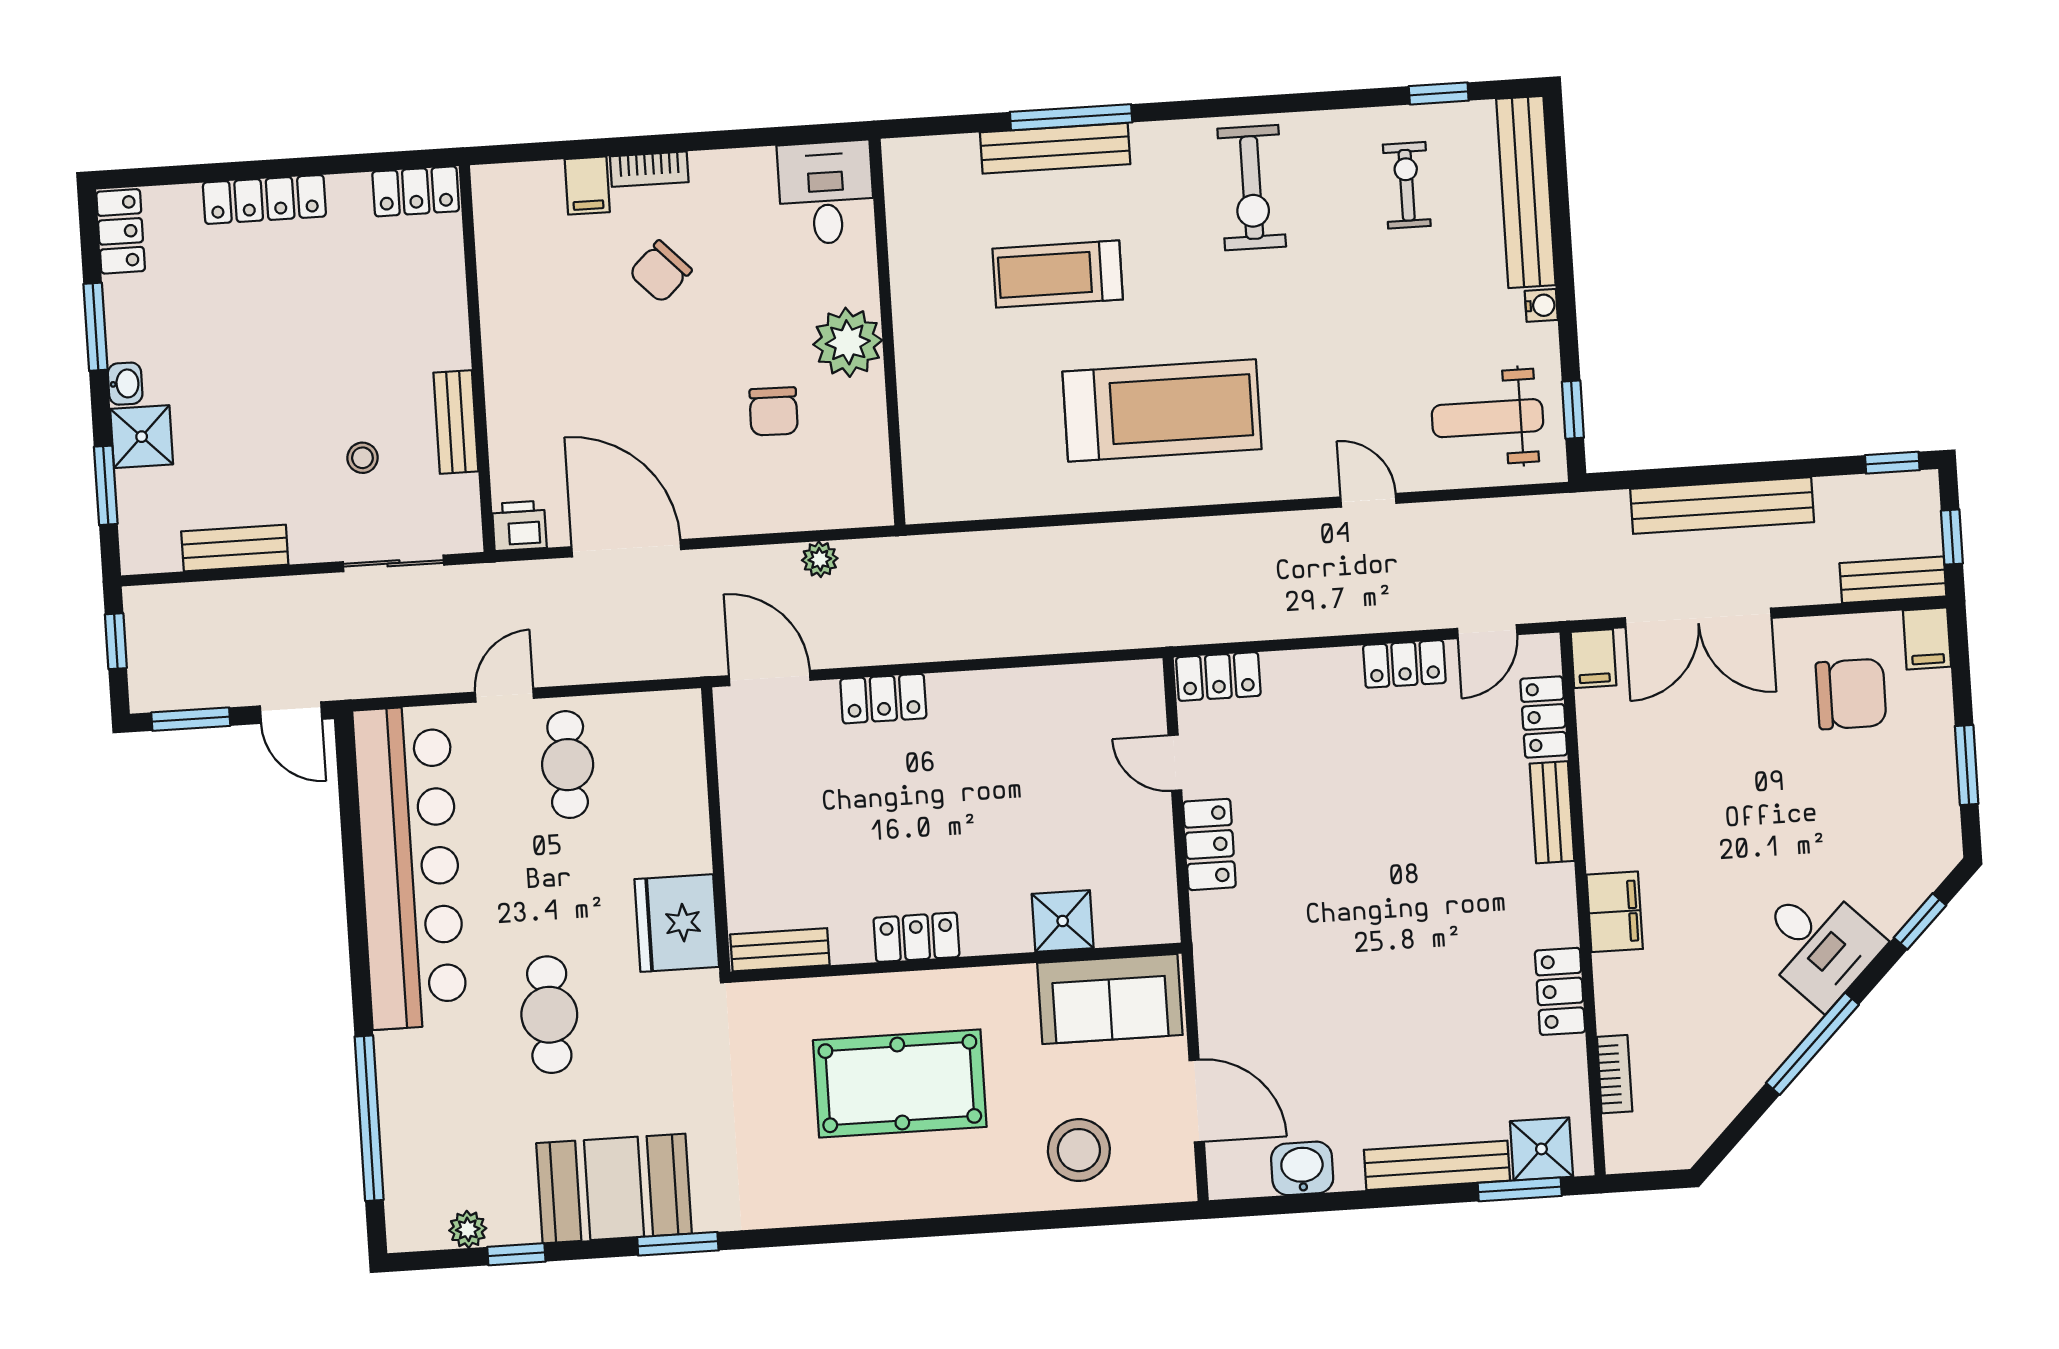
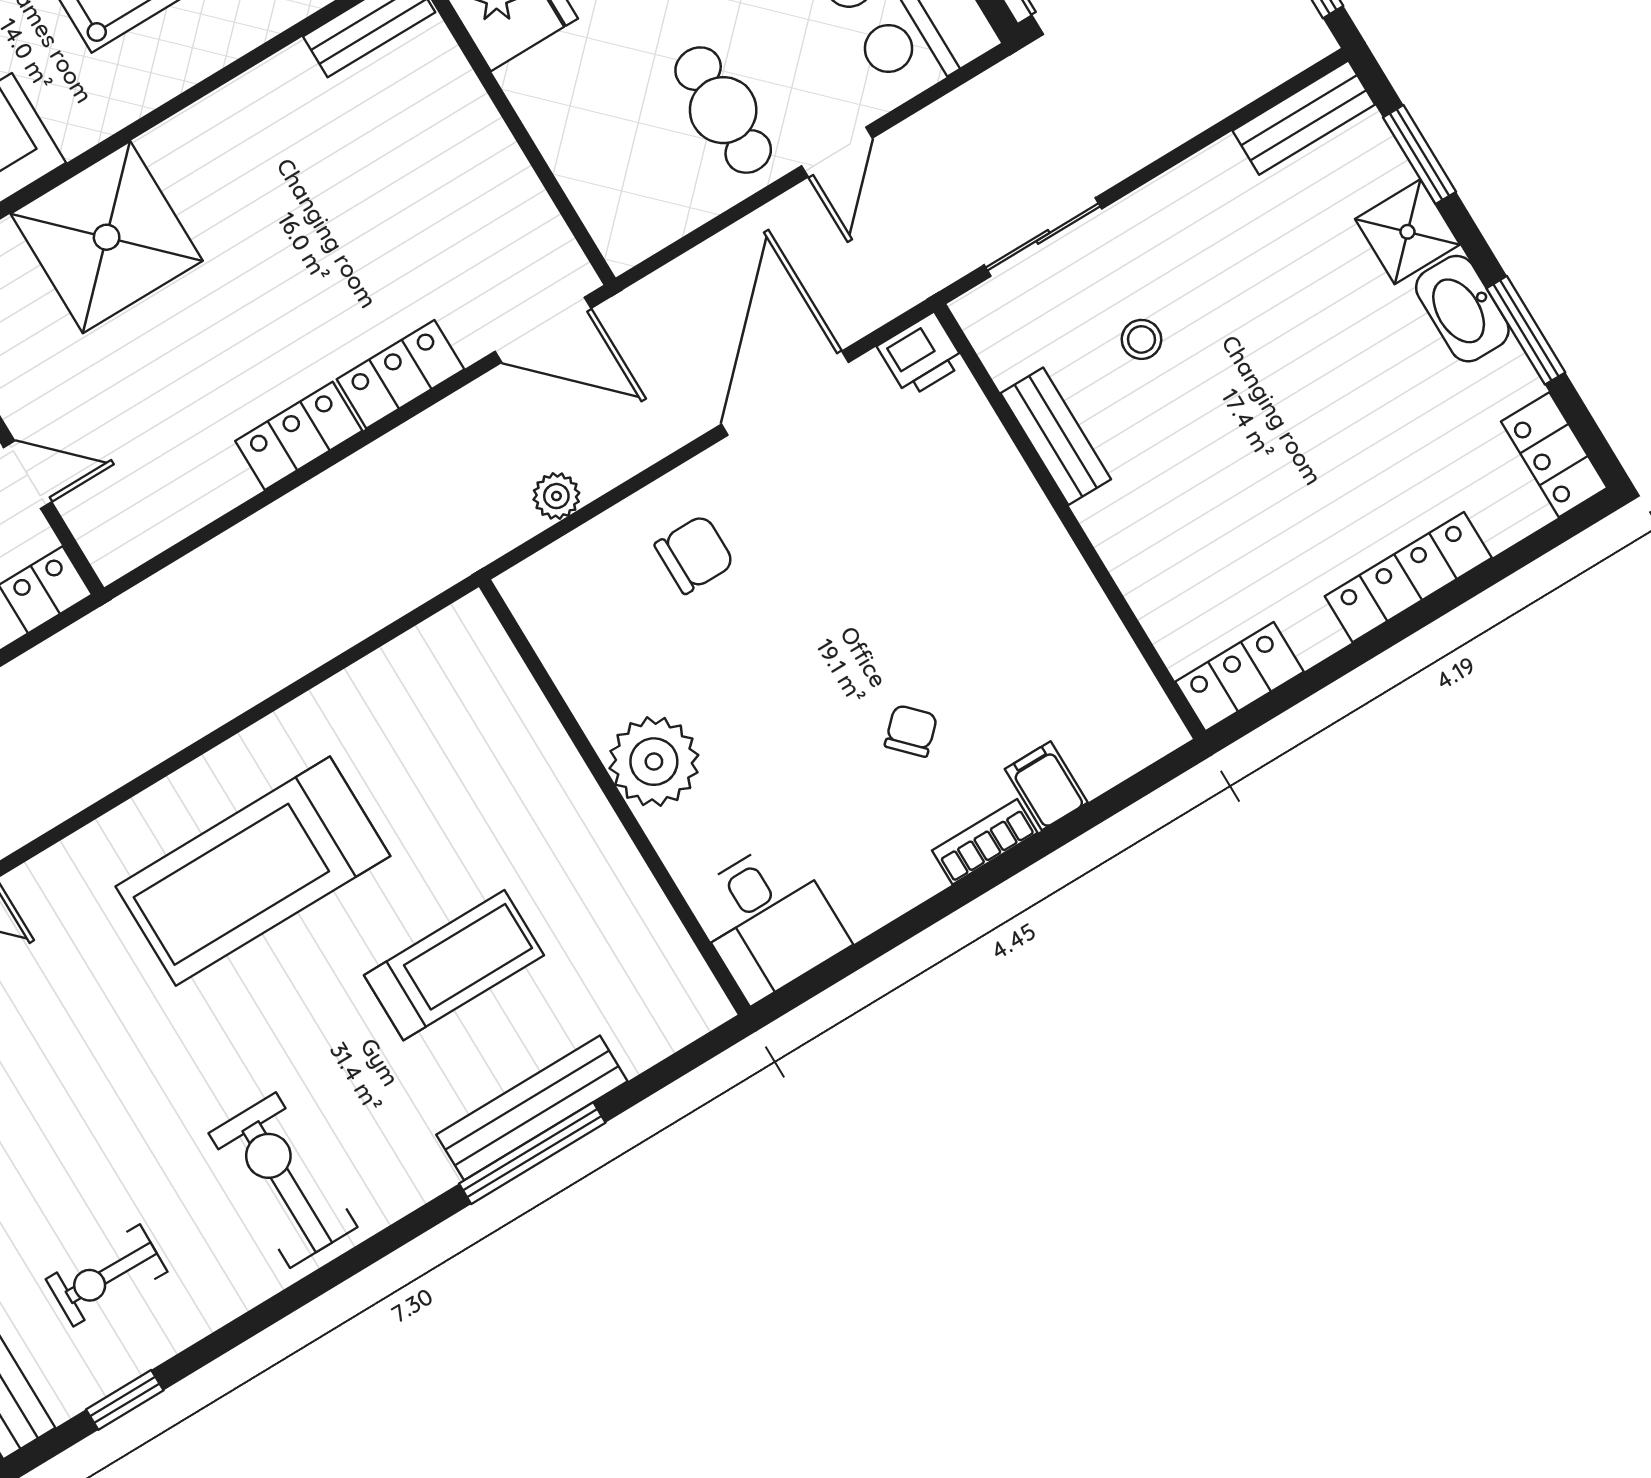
exercise bike: (1407, 185) -> (107, 1275), turned 91
chair: (660, 272) -> (911, 731), width x0.73, depth x0.73
washbasin: (125, 384) -> (1462, 309), width x1.91, depth x1.45
chair: (774, 411) -> (694, 554), moved, turned 89
bench: (235, 548) -> (1304, 118), moved
door: (626, 548) -> (785, 393), swing flipped
shower: (1063, 921) -> (107, 237), width x1.86, depth x1.86
locker: (916, 937) -> (299, 436), moved, turned 180

